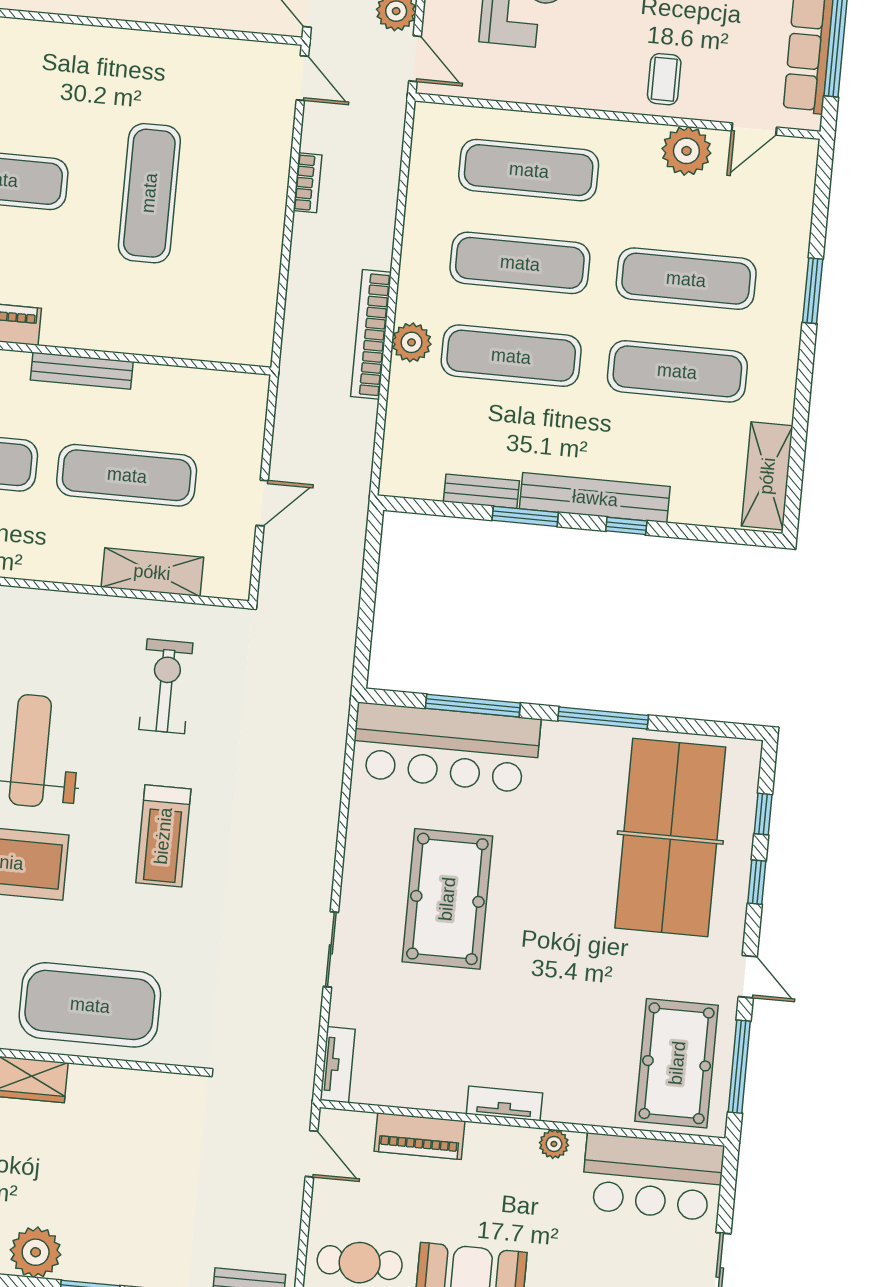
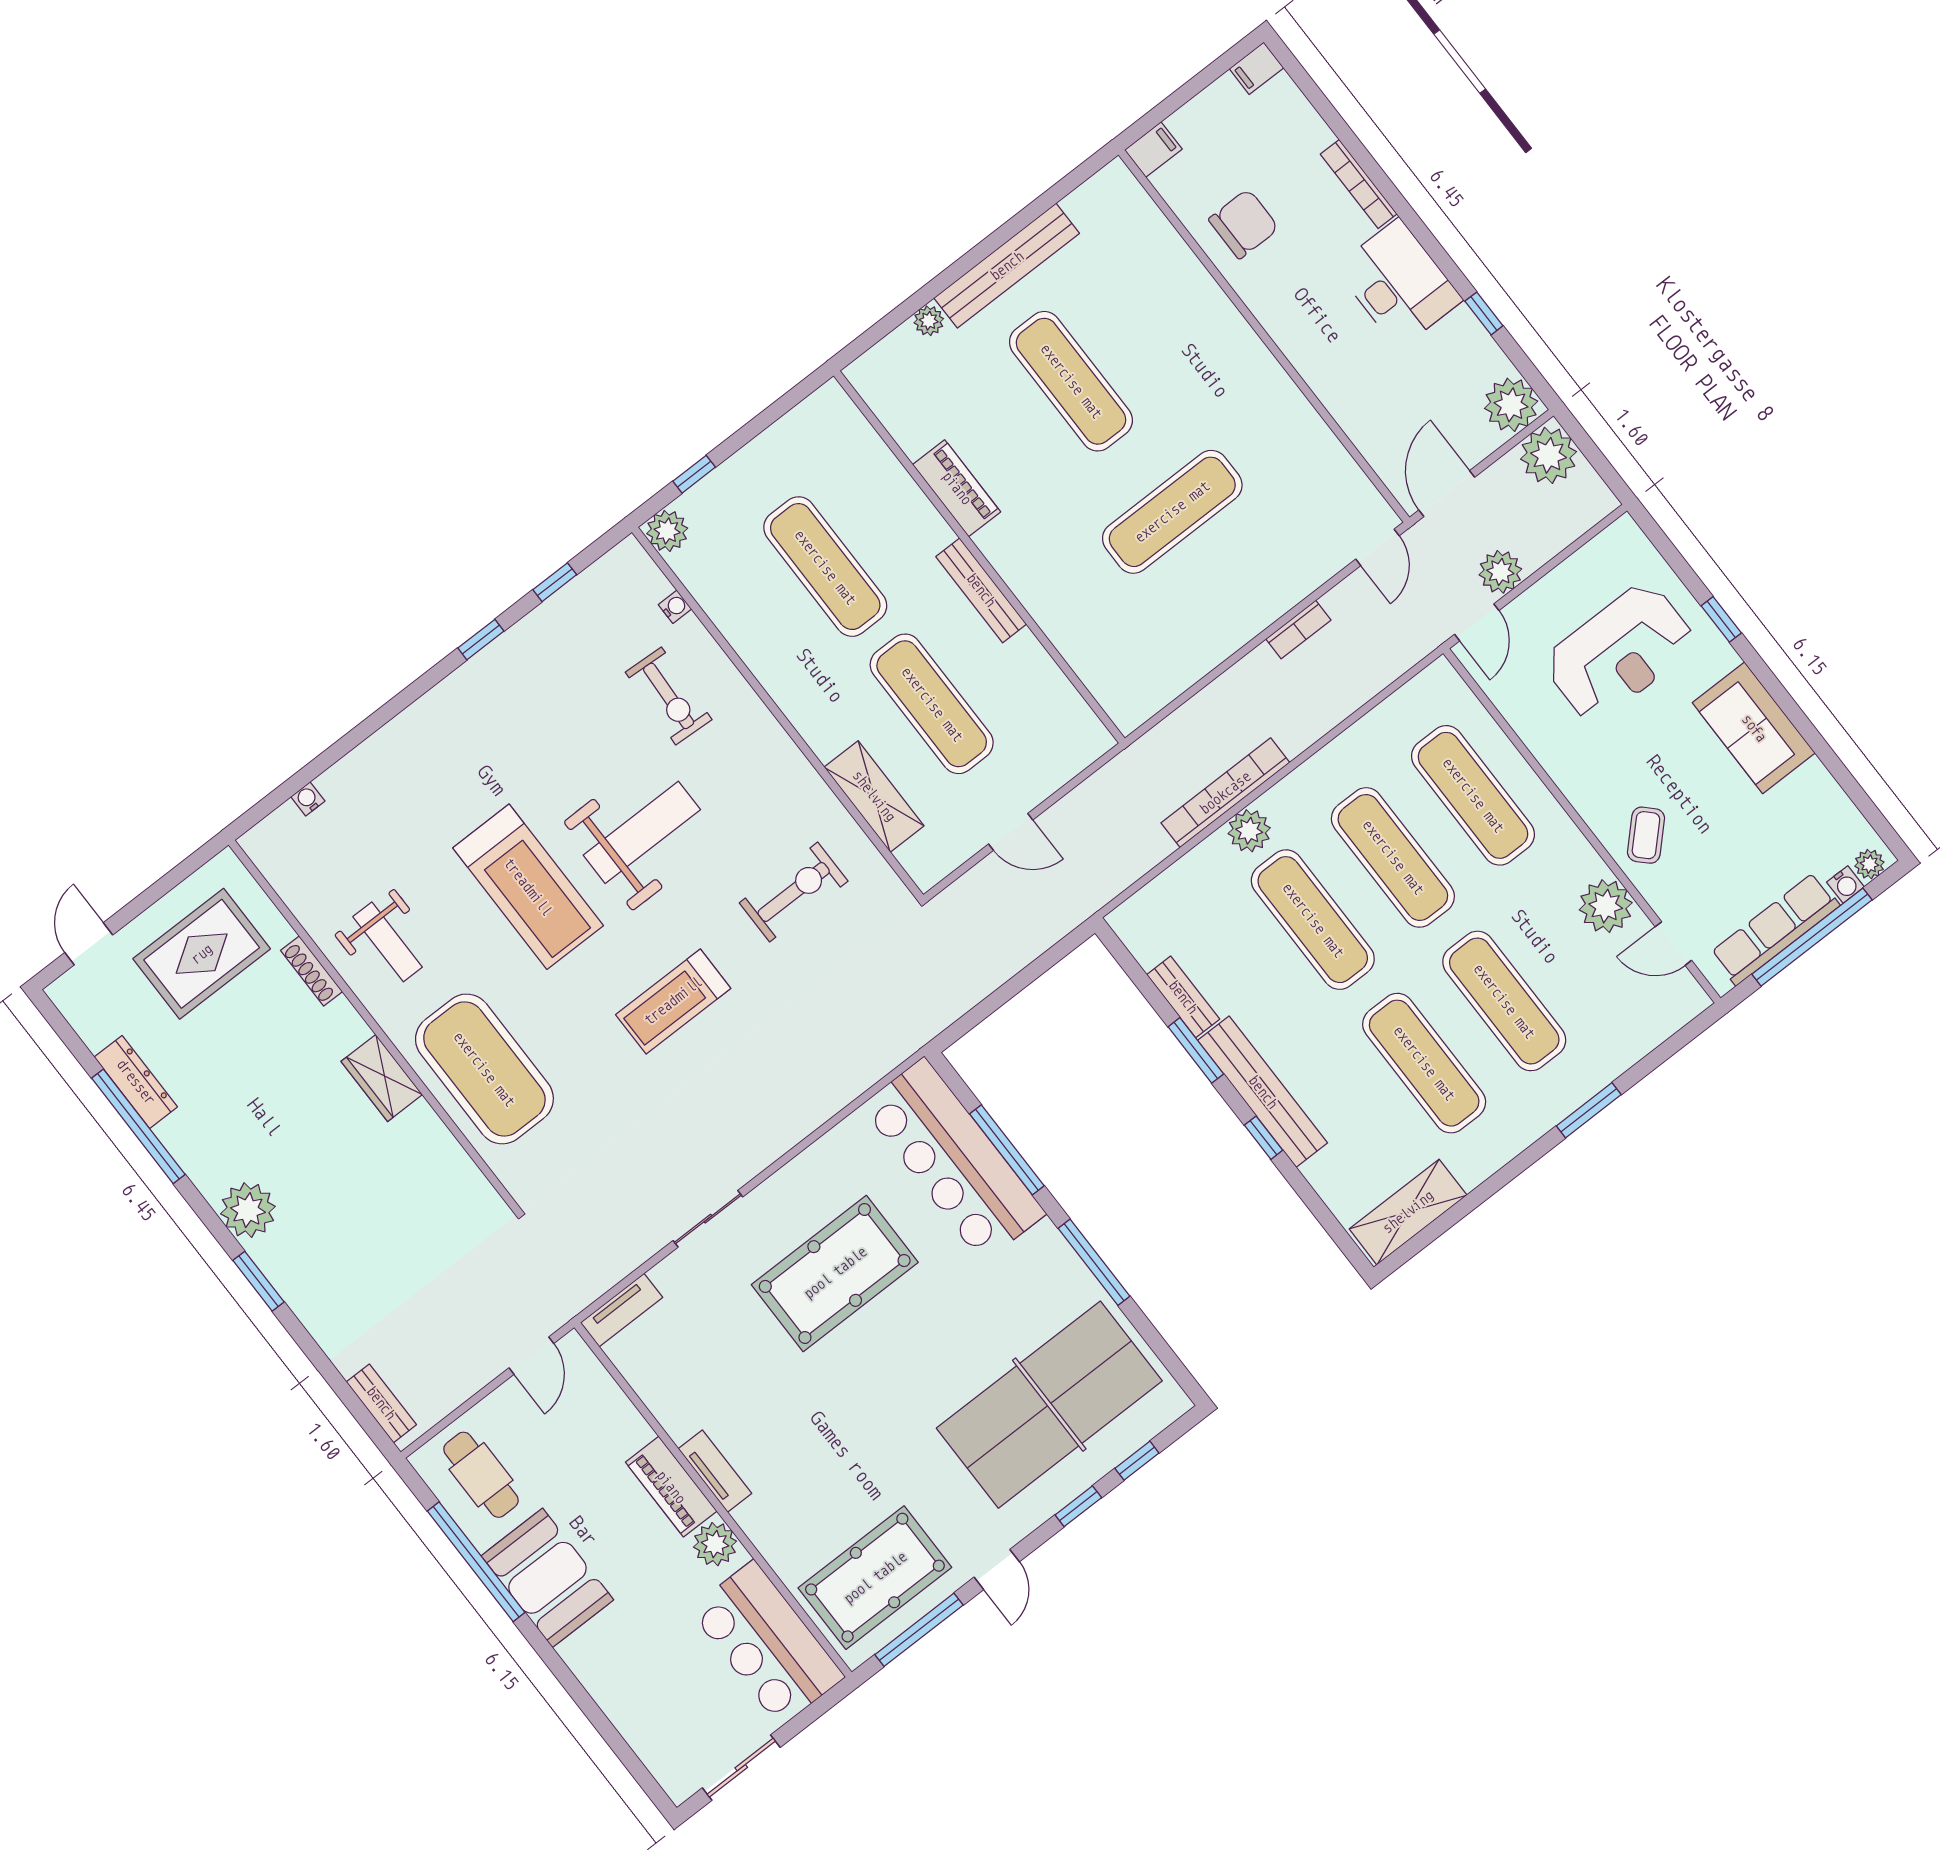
coffee table: (664, 79) -> (1646, 835), turned -45
piano: (420, 1136) -> (671, 1487), moved
plant: (554, 1144) -> (715, 1544), width x1.38, depth x1.38

